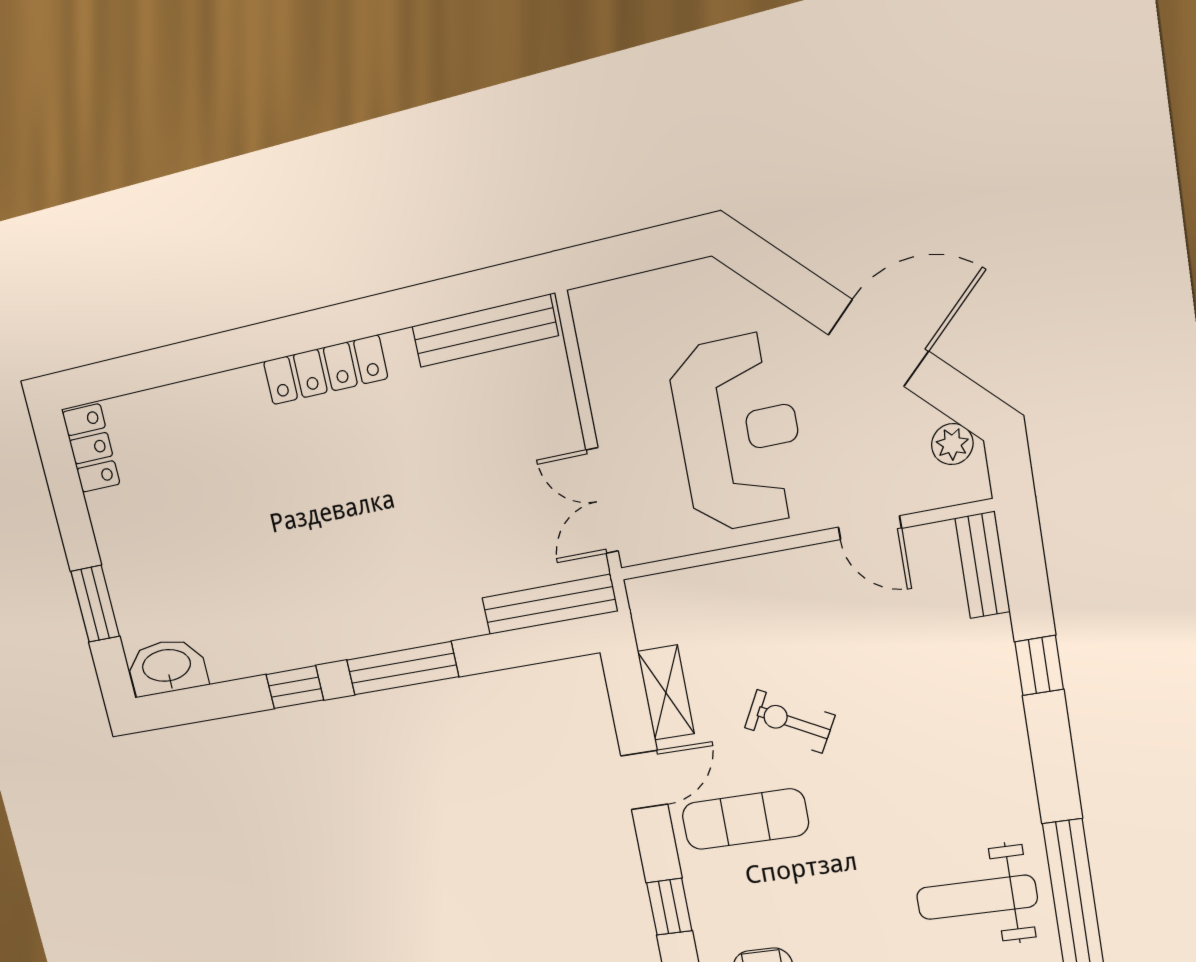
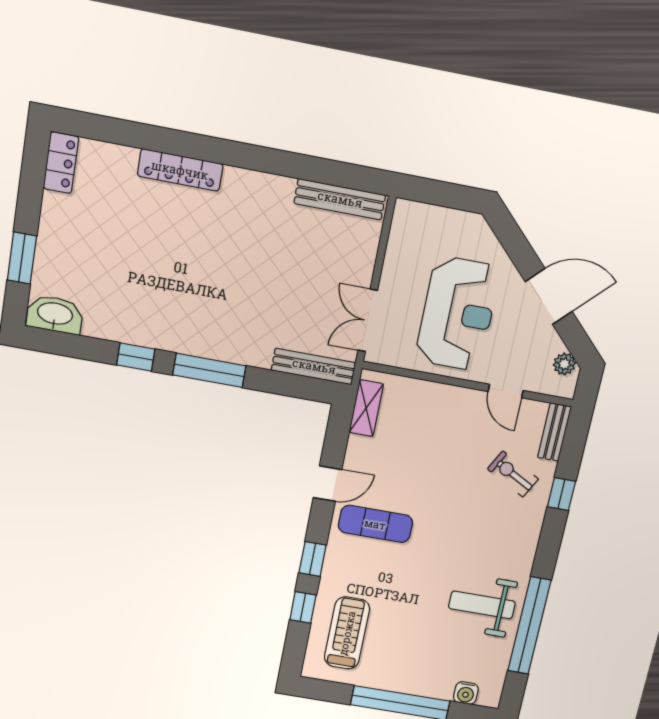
locker: (325, 370) -> (180, 170), moved
shelving: (666, 693) -> (366, 408), moved
exercise bike: (790, 721) -> (513, 474), moved

